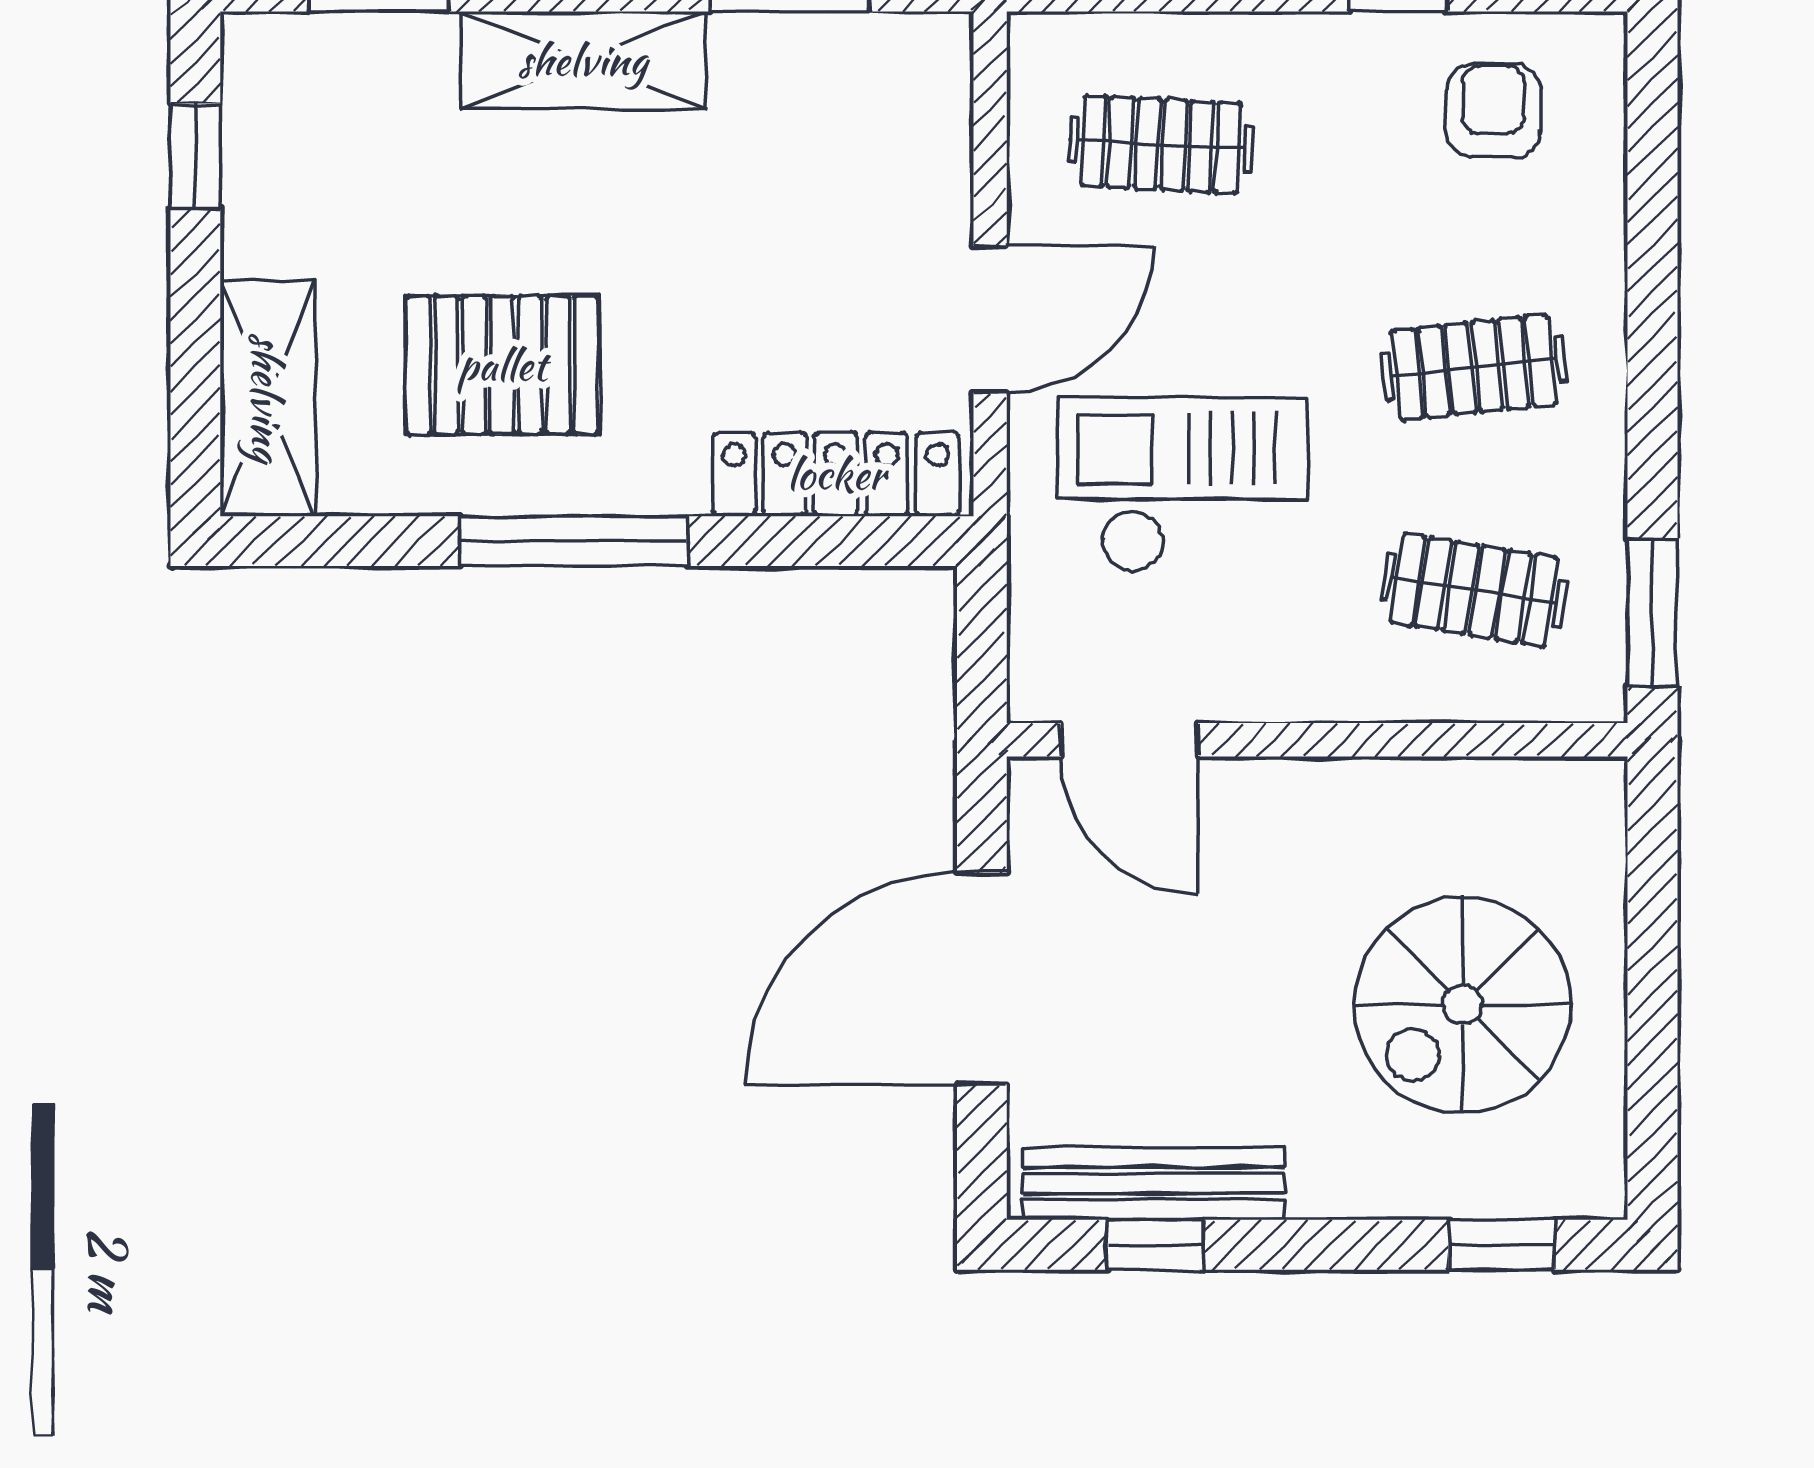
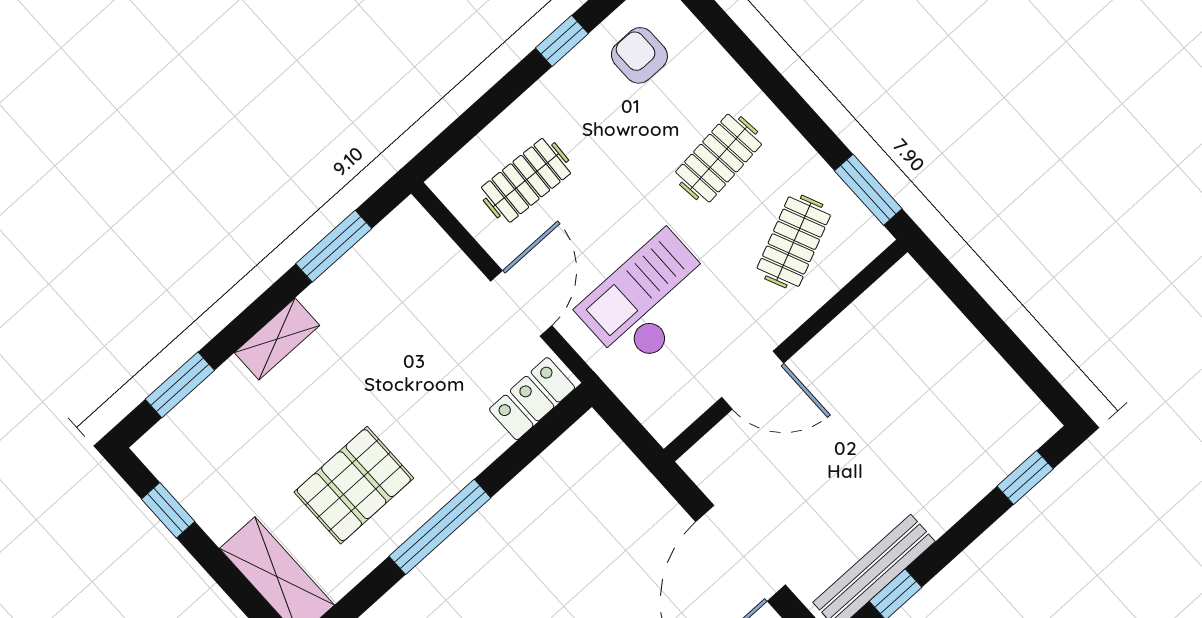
shelving: (583, 60) -> (277, 339), width x0.67, depth x0.75
locker: (836, 474) -> (532, 399), width x0.66
clothes rail: (1474, 590) -> (794, 242), turned -33
door: (1130, 740) -> (753, 380), moved
spiral stairs: (1462, 1005) -> (929, 401), removed

